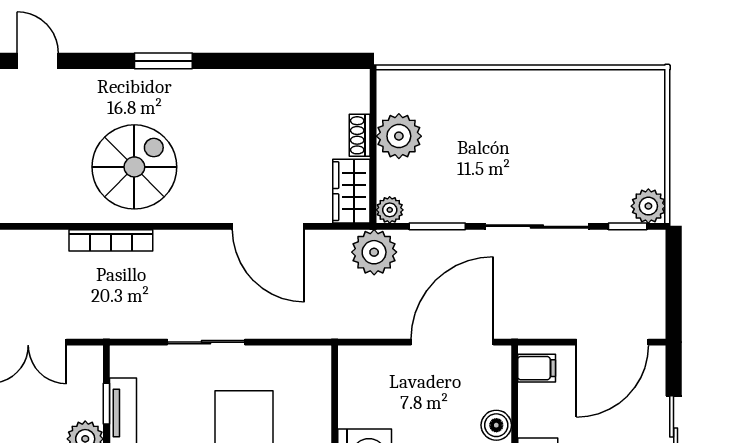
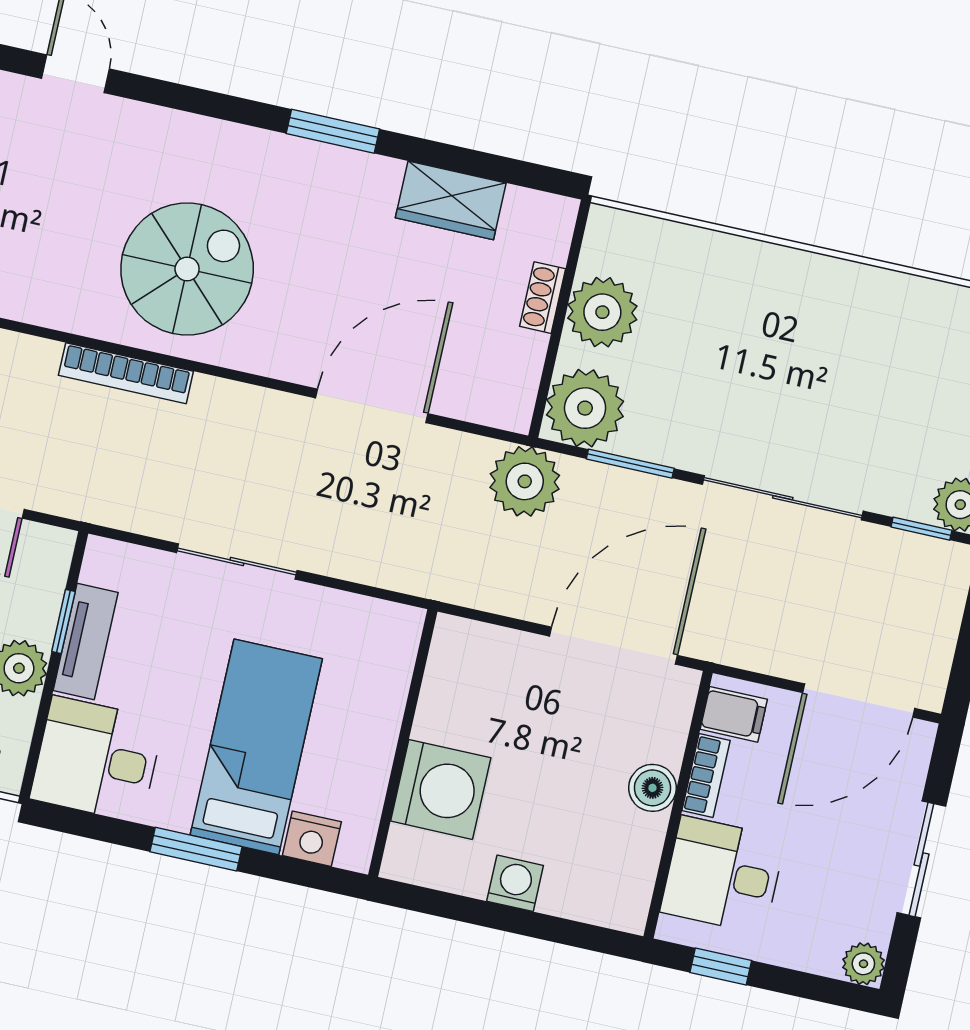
window: (163, 61) -> (333, 131), moved
wardrobe: (351, 191) -> (451, 200), moved, turned -90
plant: (390, 210) -> (585, 408), width x1.88, depth x1.88
door: (268, 226) -> (372, 406), swing flipped
bookcase: (528, 410) -> (706, 775), added

